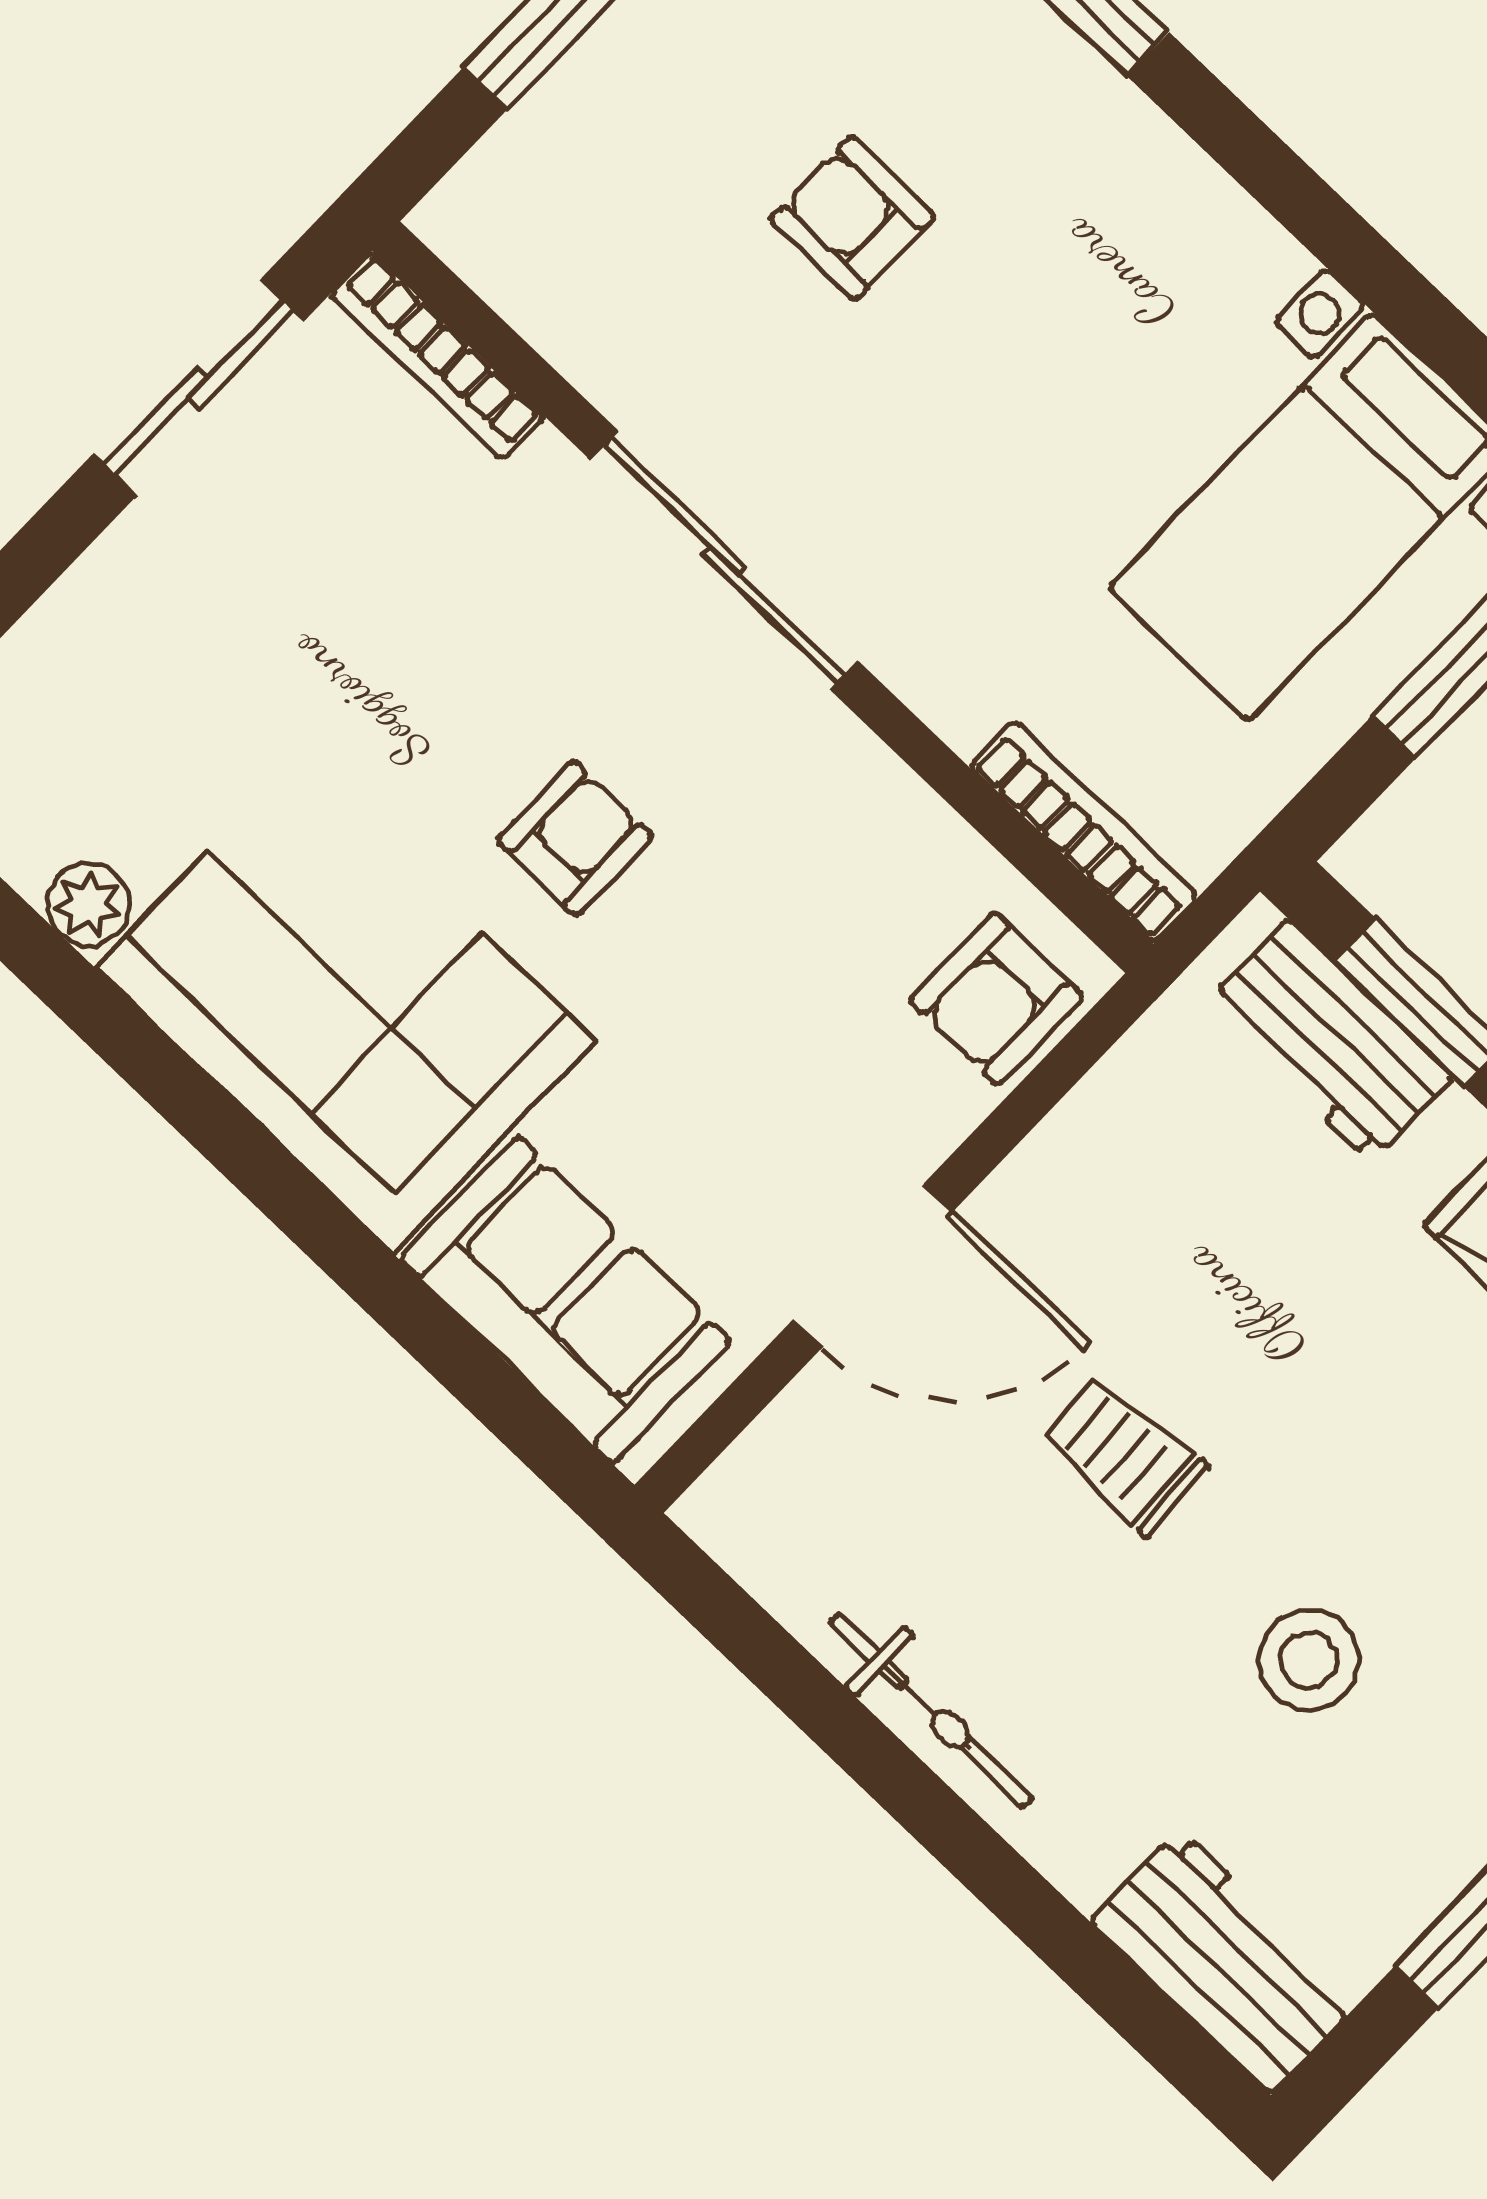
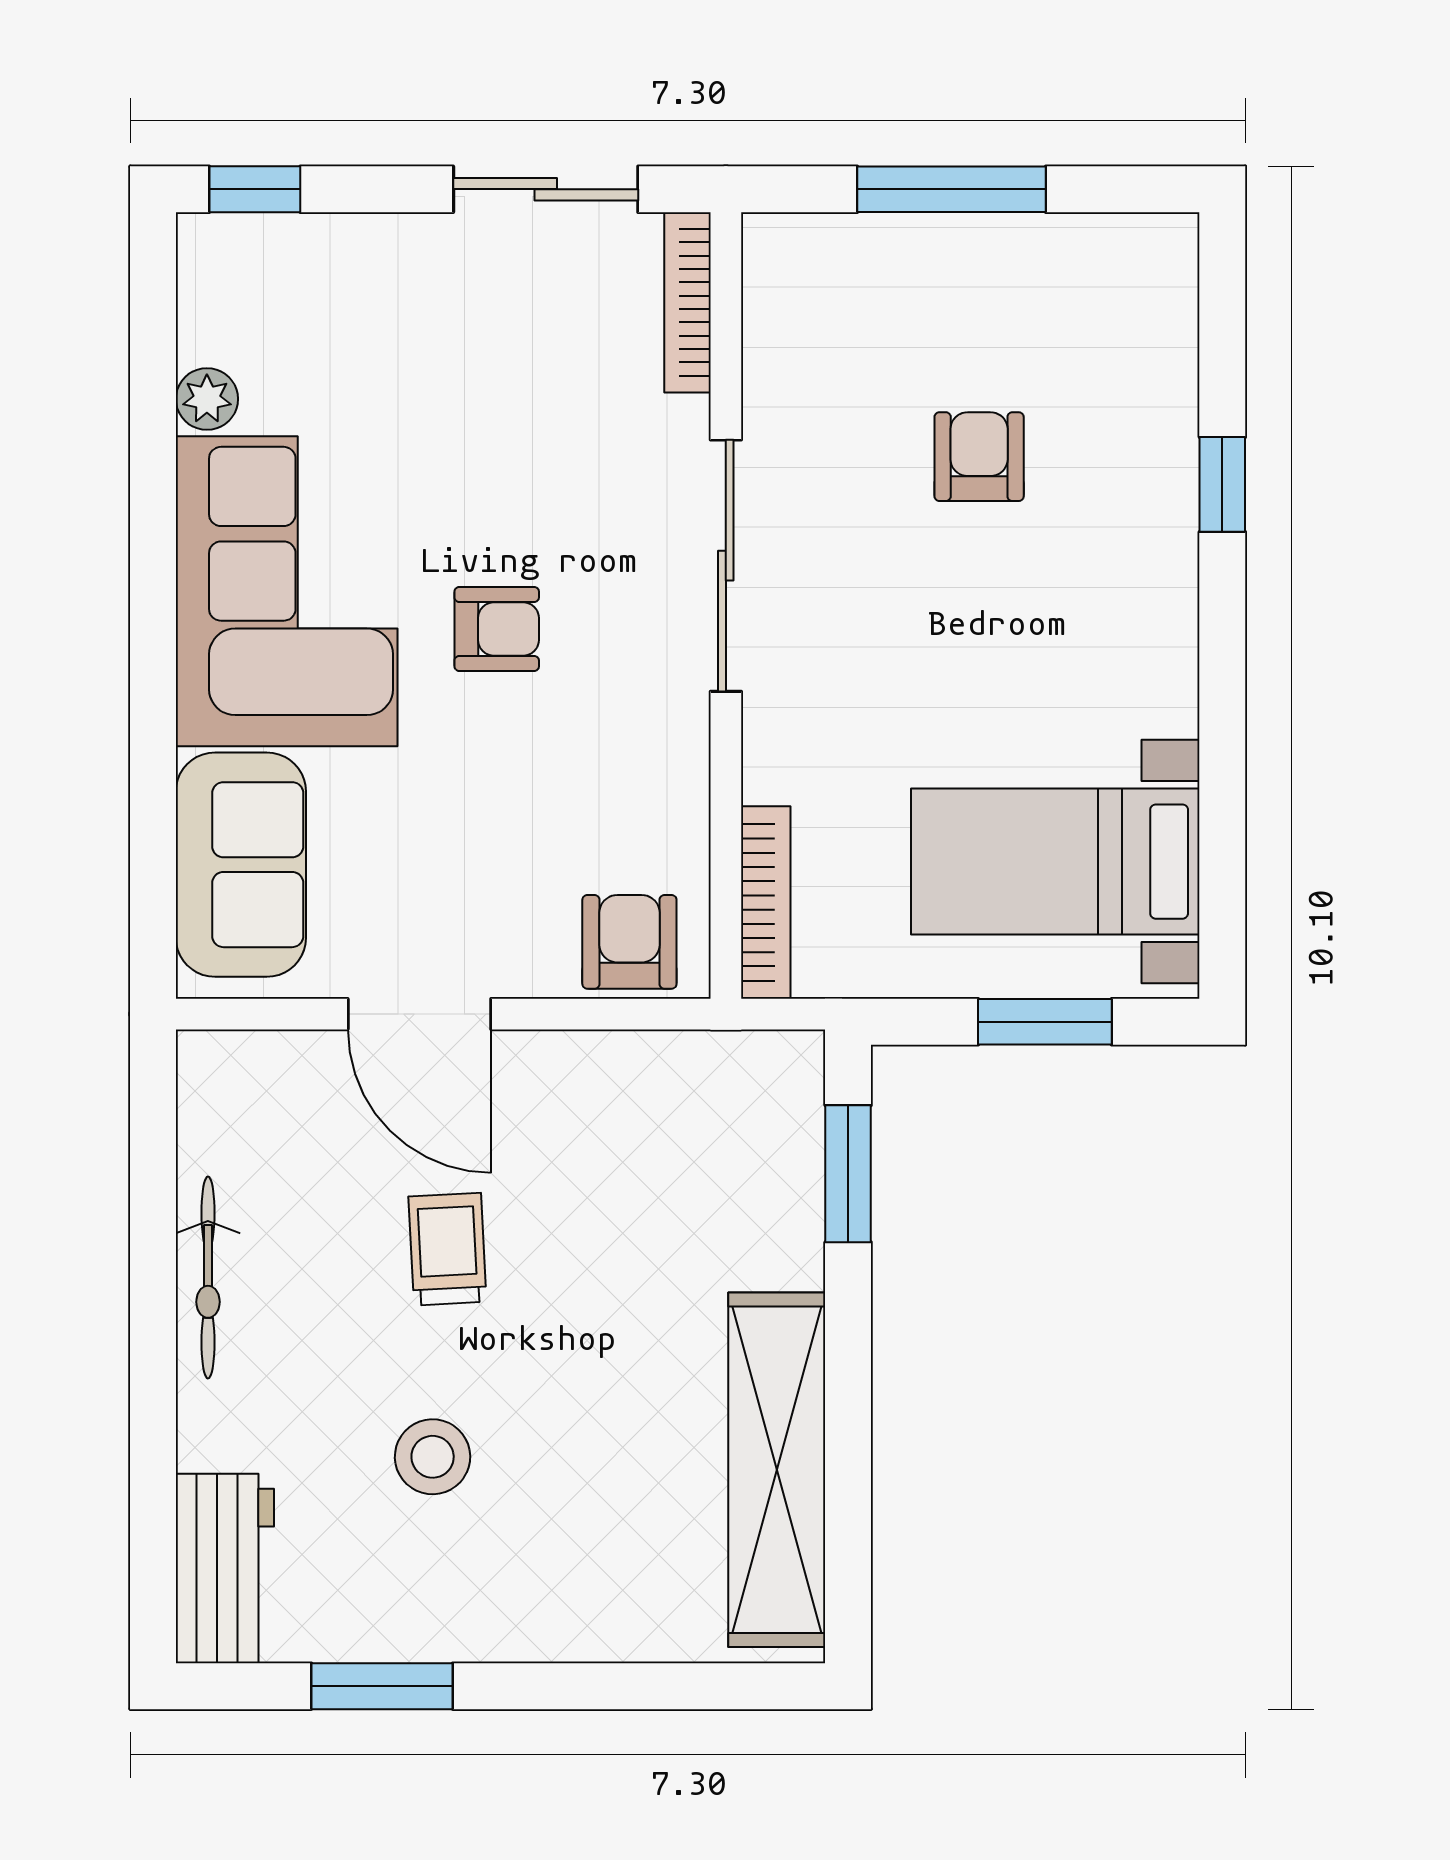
armchair: (996, 998) -> (629, 942), turned 90
workbench: (1329, 1041) -> (780, 1145), removed

